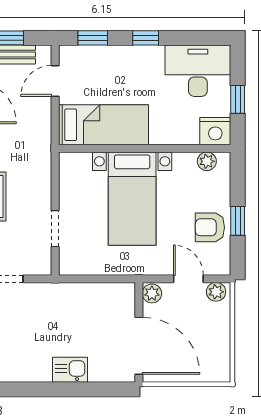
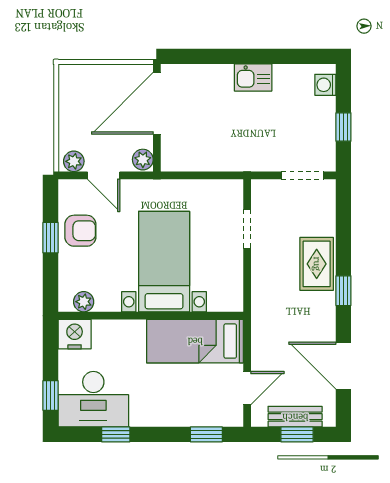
window: (146, 38) -> (116, 434), moved
window: (238, 99) -> (51, 396), moved
door: (139, 346) -> (157, 103), hinge flipped
kitchen sink: (70, 370) -> (253, 77), moved

